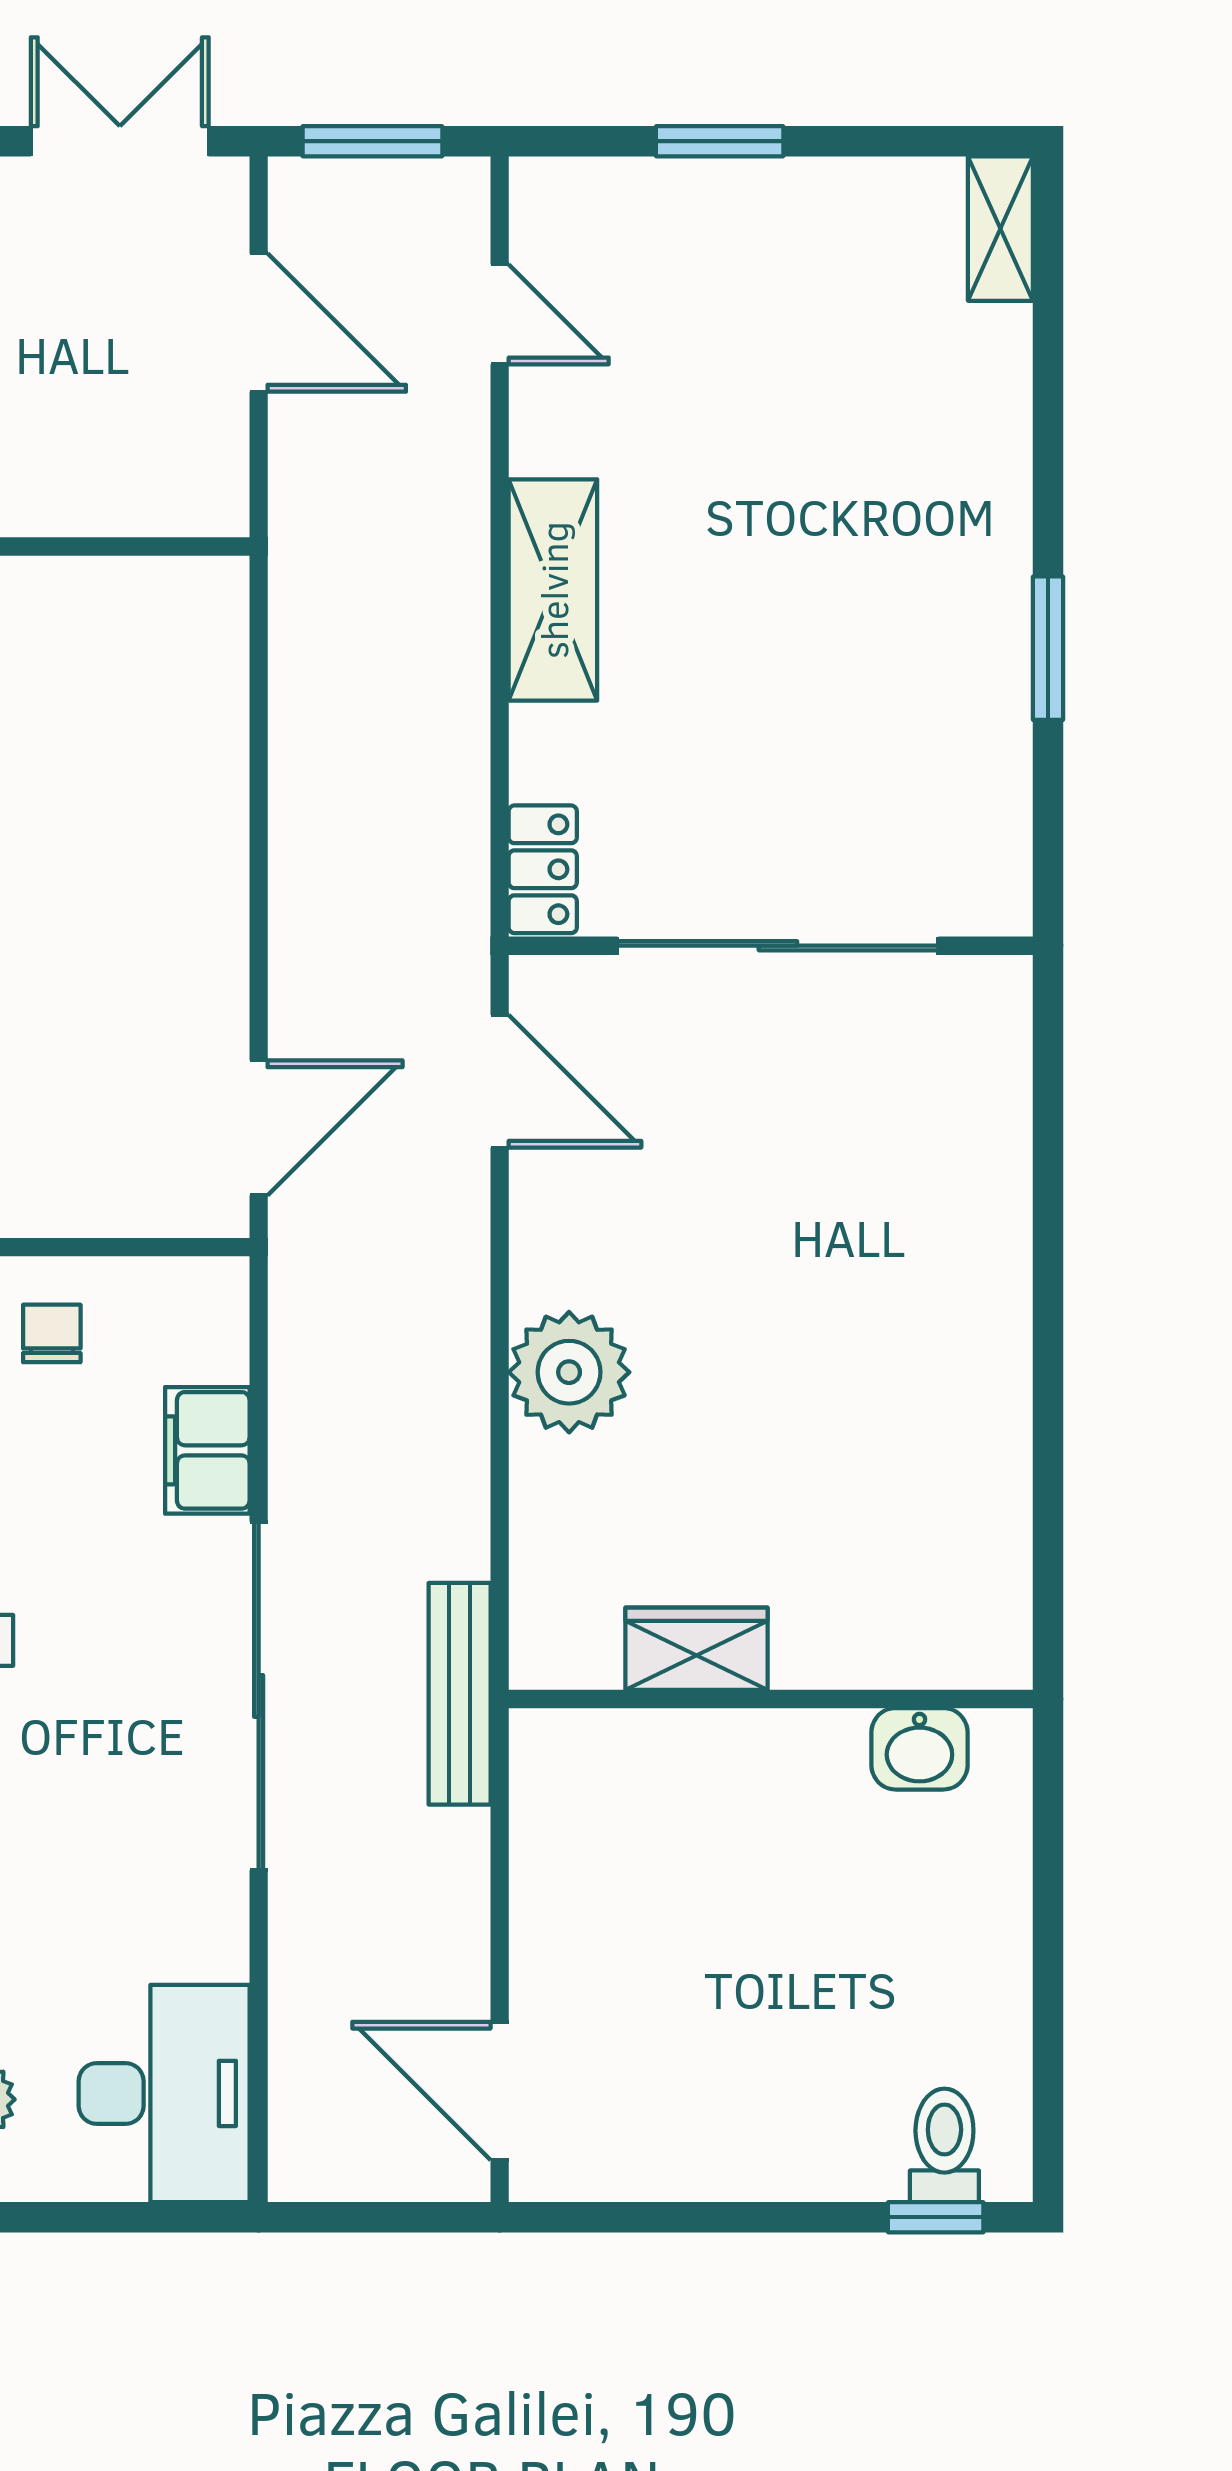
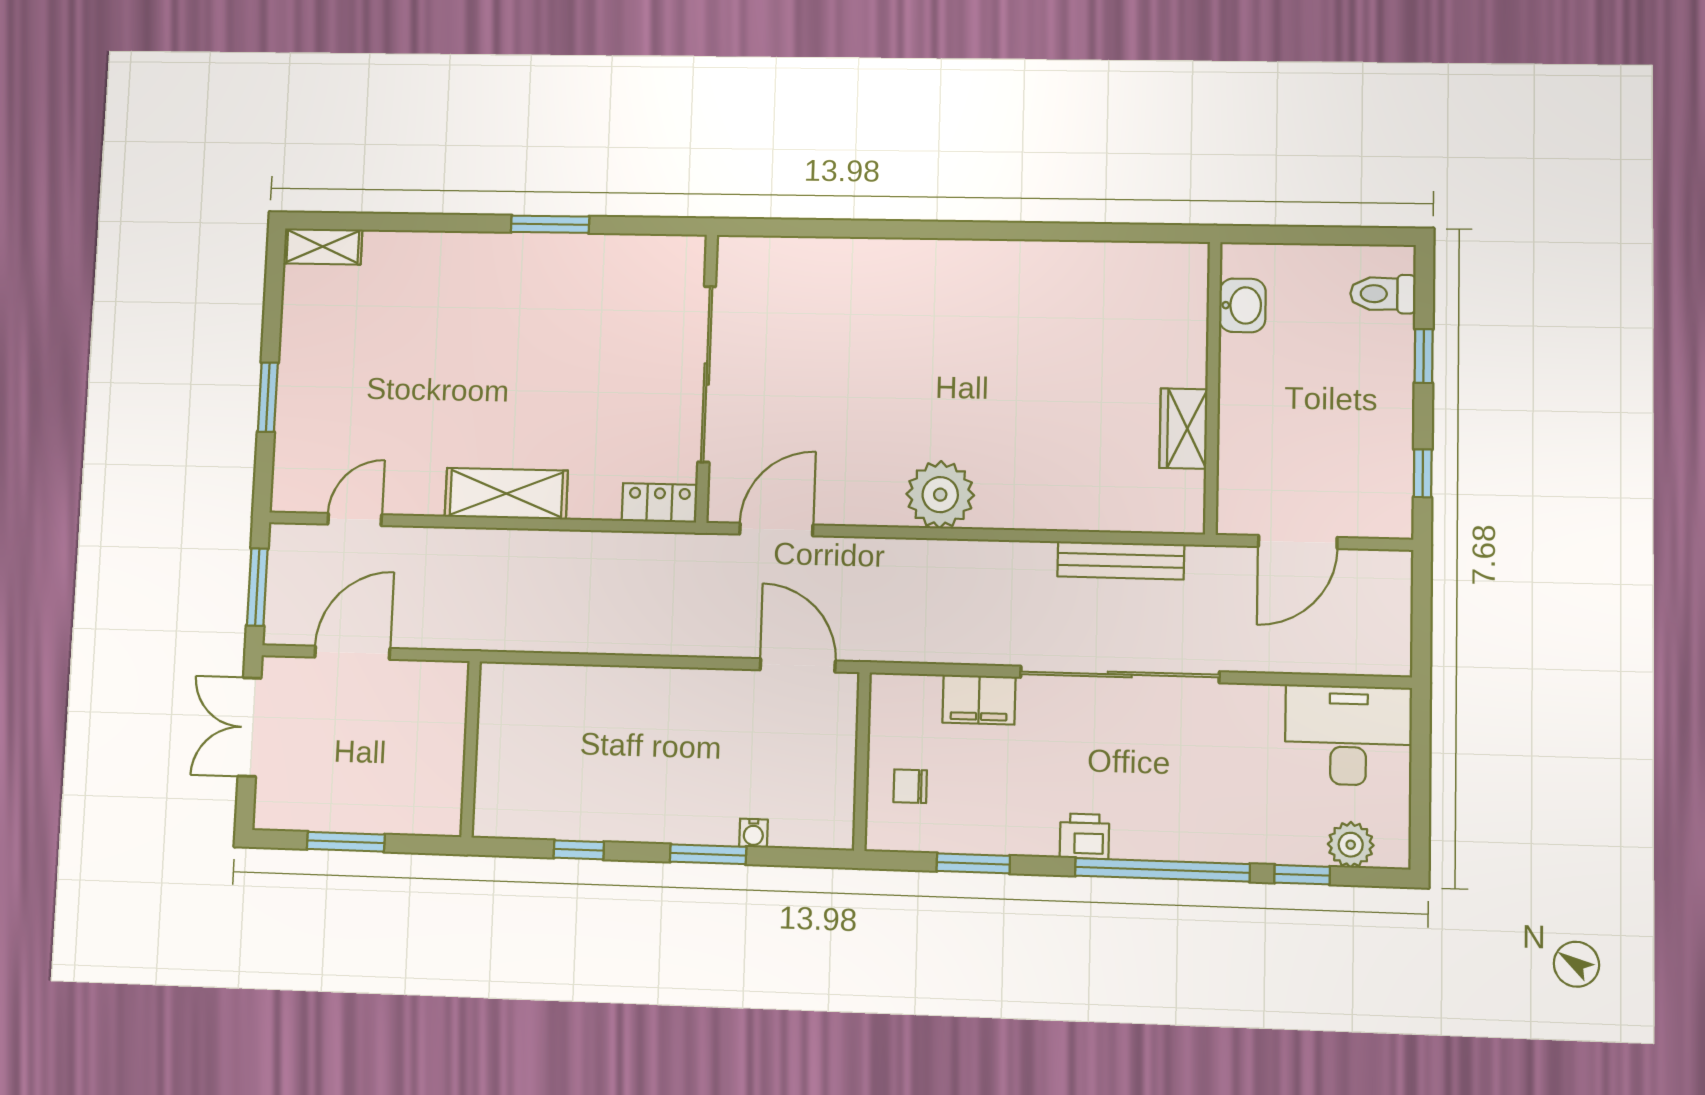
wardrobe: (696, 1649) -> (1183, 429), moved
wall: (771, 1699) -> (1213, 388), moved
washbasin: (919, 1749) -> (1242, 305), moved
door: (500, 2091) -> (1298, 542), moved
window: (626, 2217) -> (1423, 473), added
window: (936, 2217) -> (1424, 356), moved

